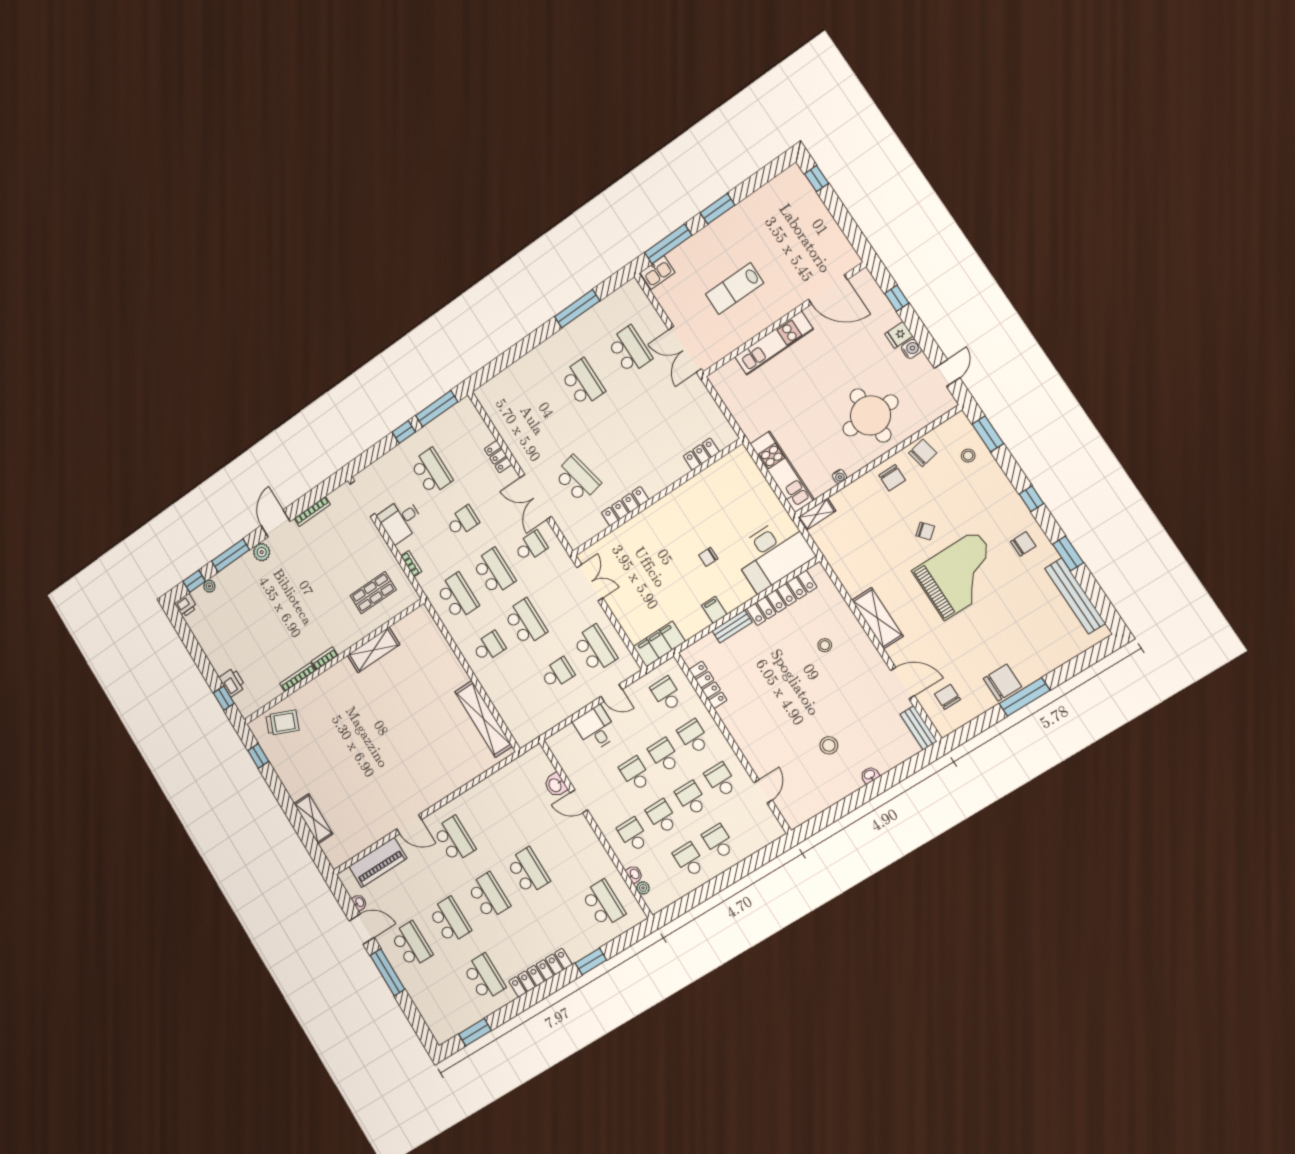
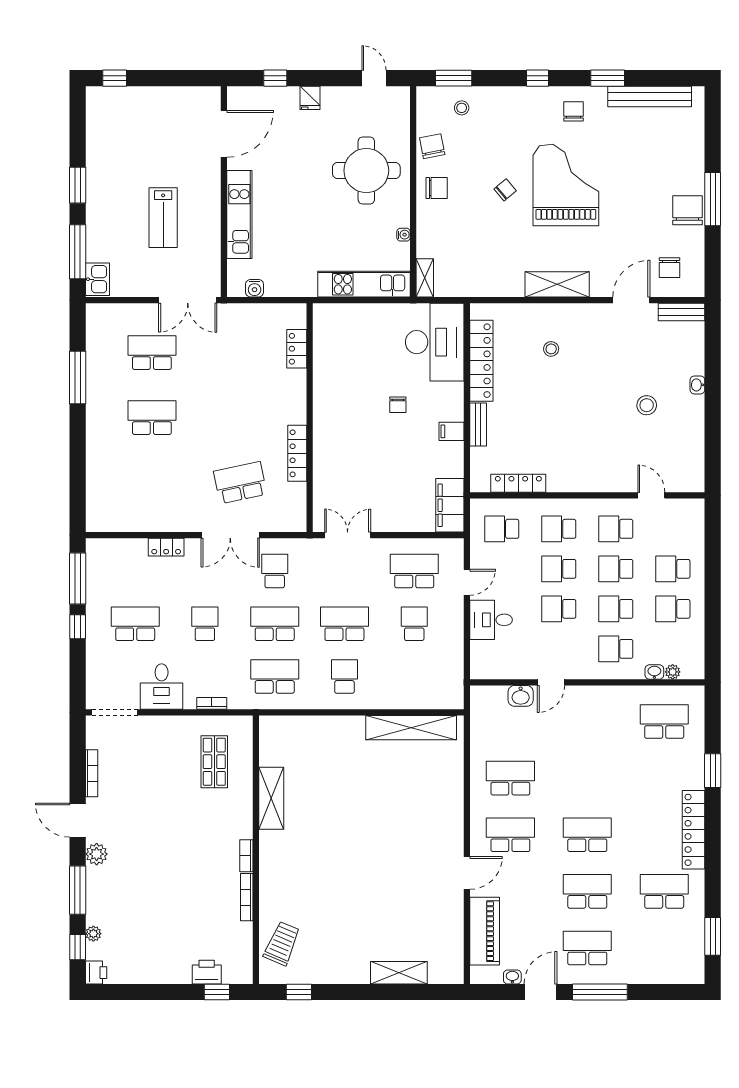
water cooler: (911, 349) -> (255, 288), moved, turned 180
chair: (947, 697) -> (670, 268), turned -90
school desk: (528, 871) -> (510, 778), moved

